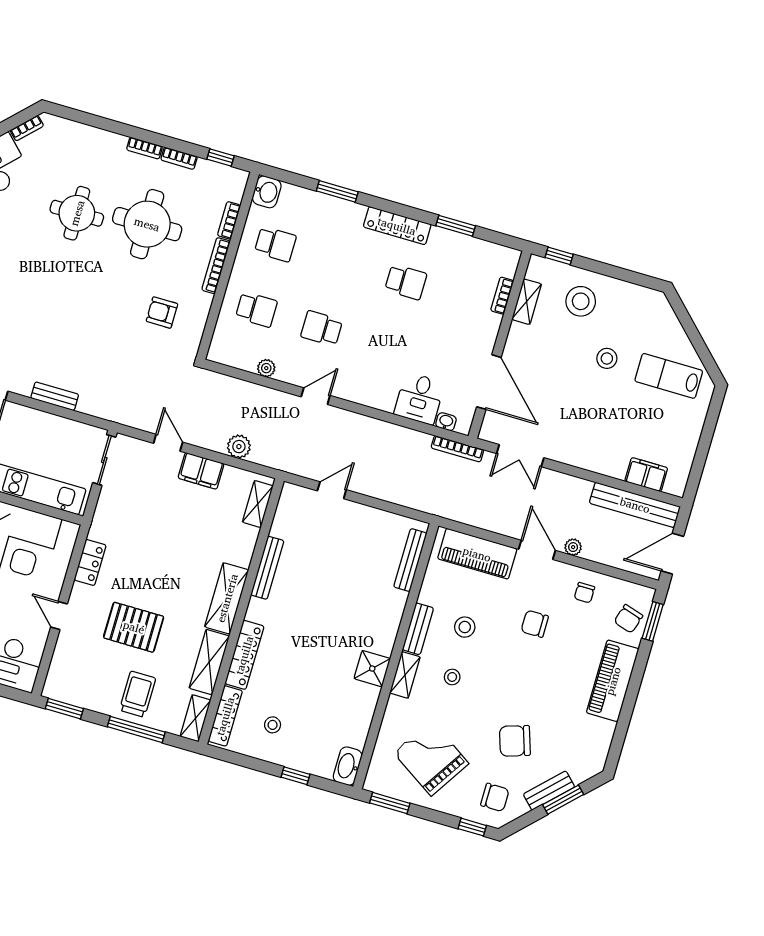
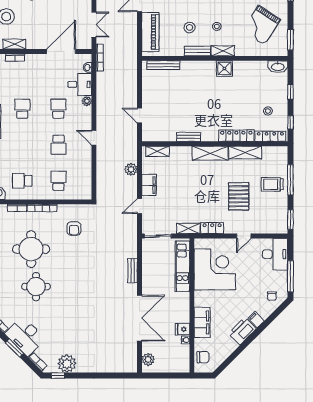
school desk: (275, 244) -> (22, 181), turned -90
school desk: (387, 347) -> (58, 109), added
plant: (266, 368) -> (87, 101), moved
bench: (267, 568) -> (189, 137), width x0.73
shelving: (195, 718) -> (188, 229), moved
window: (240, 760) -> (290, 122), added

